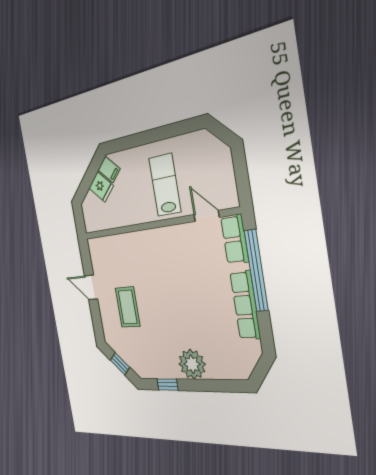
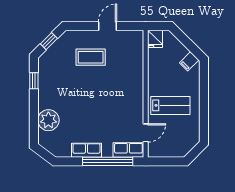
fridge: (101, 187) -> (155, 39), moved, turned -45
row of seats: (245, 305) -> (86, 150), width x0.68
plant: (192, 364) -> (48, 120), moved

